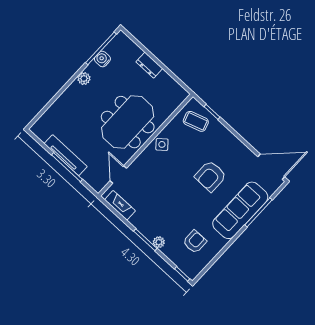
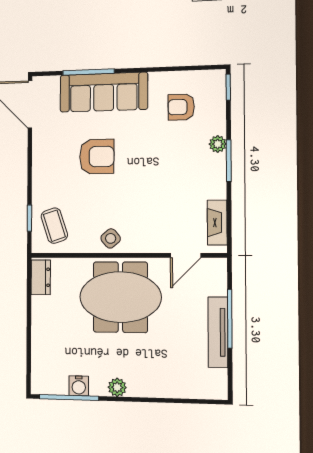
dresser: (149, 65) -> (41, 277), moved

